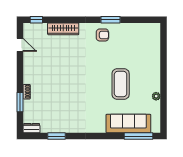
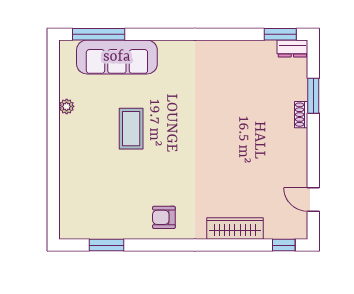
window: (111, 20) -> (106, 245), moved
coffee table: (121, 84) -> (131, 129), width x0.73, depth x0.76
window: (56, 136) -> (280, 34), moved

